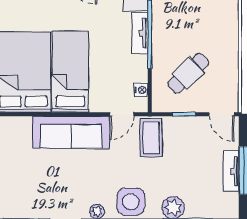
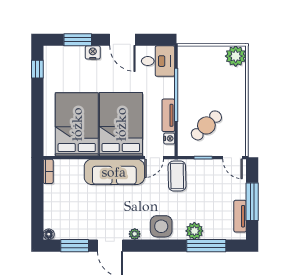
tv unit: (140, 33) -> (168, 115), moved
bed: (70, 72) -> (121, 124), width x1.50
tv unit: (231, 171) -> (240, 216), moved

